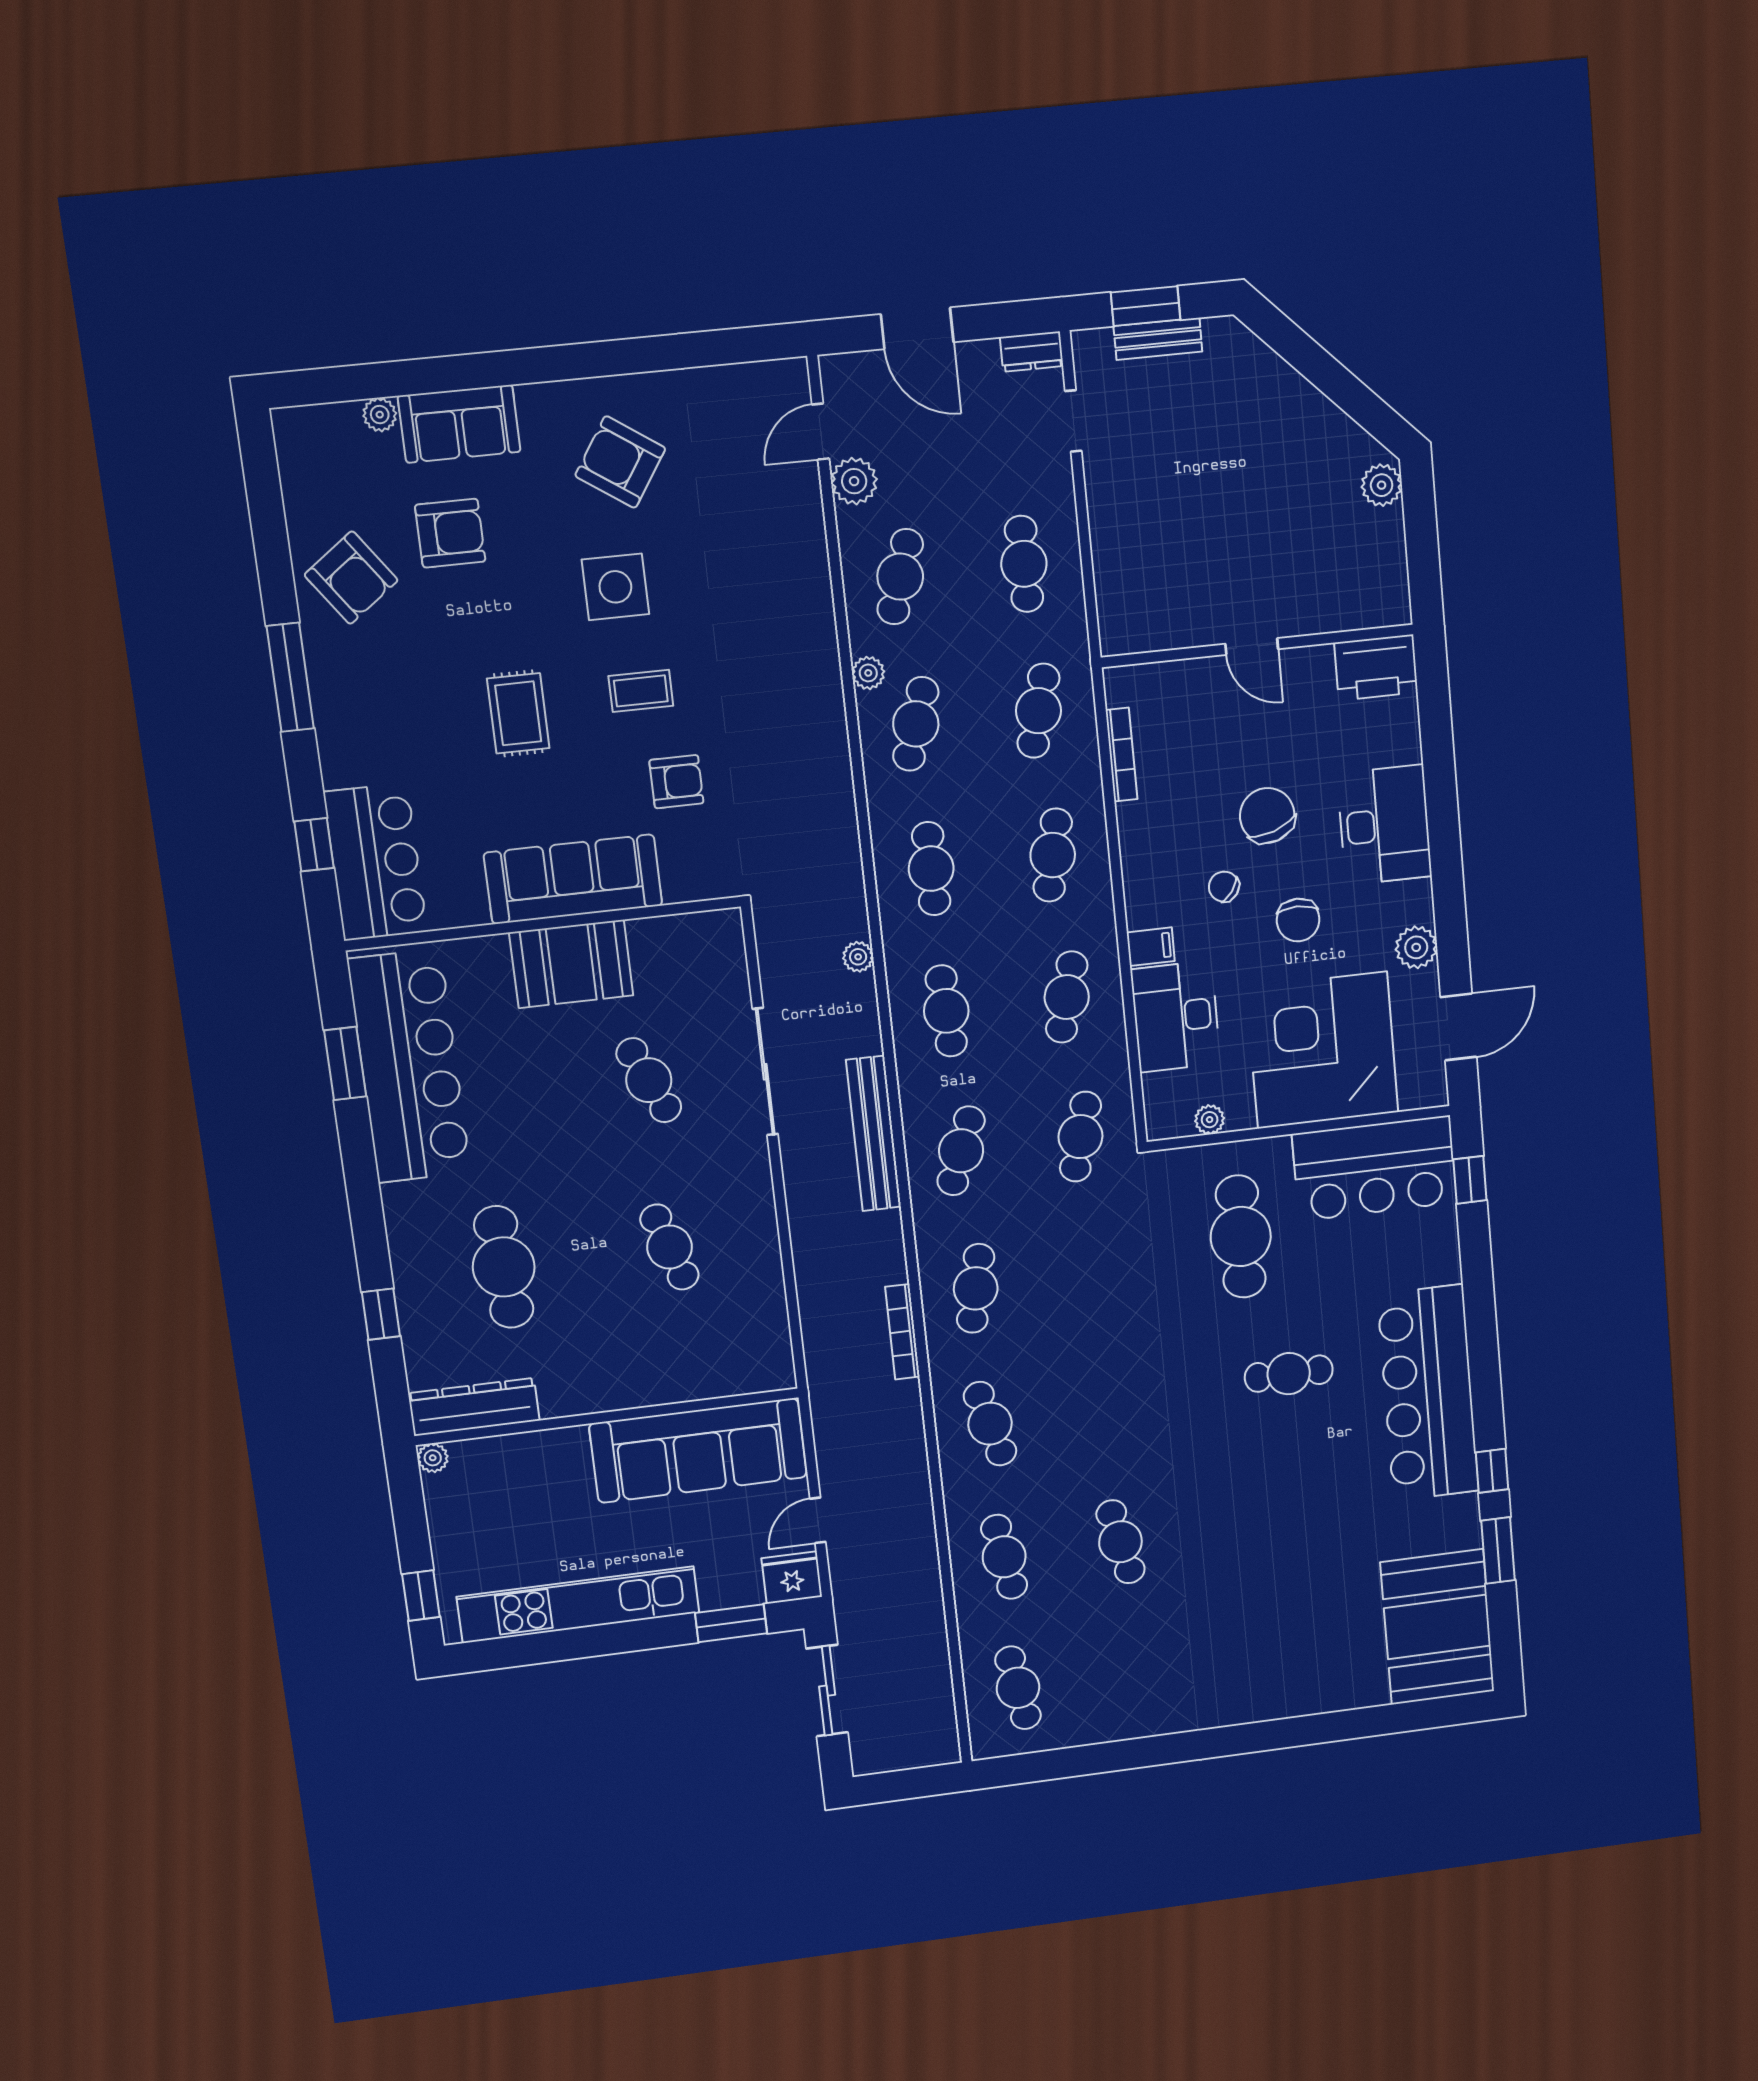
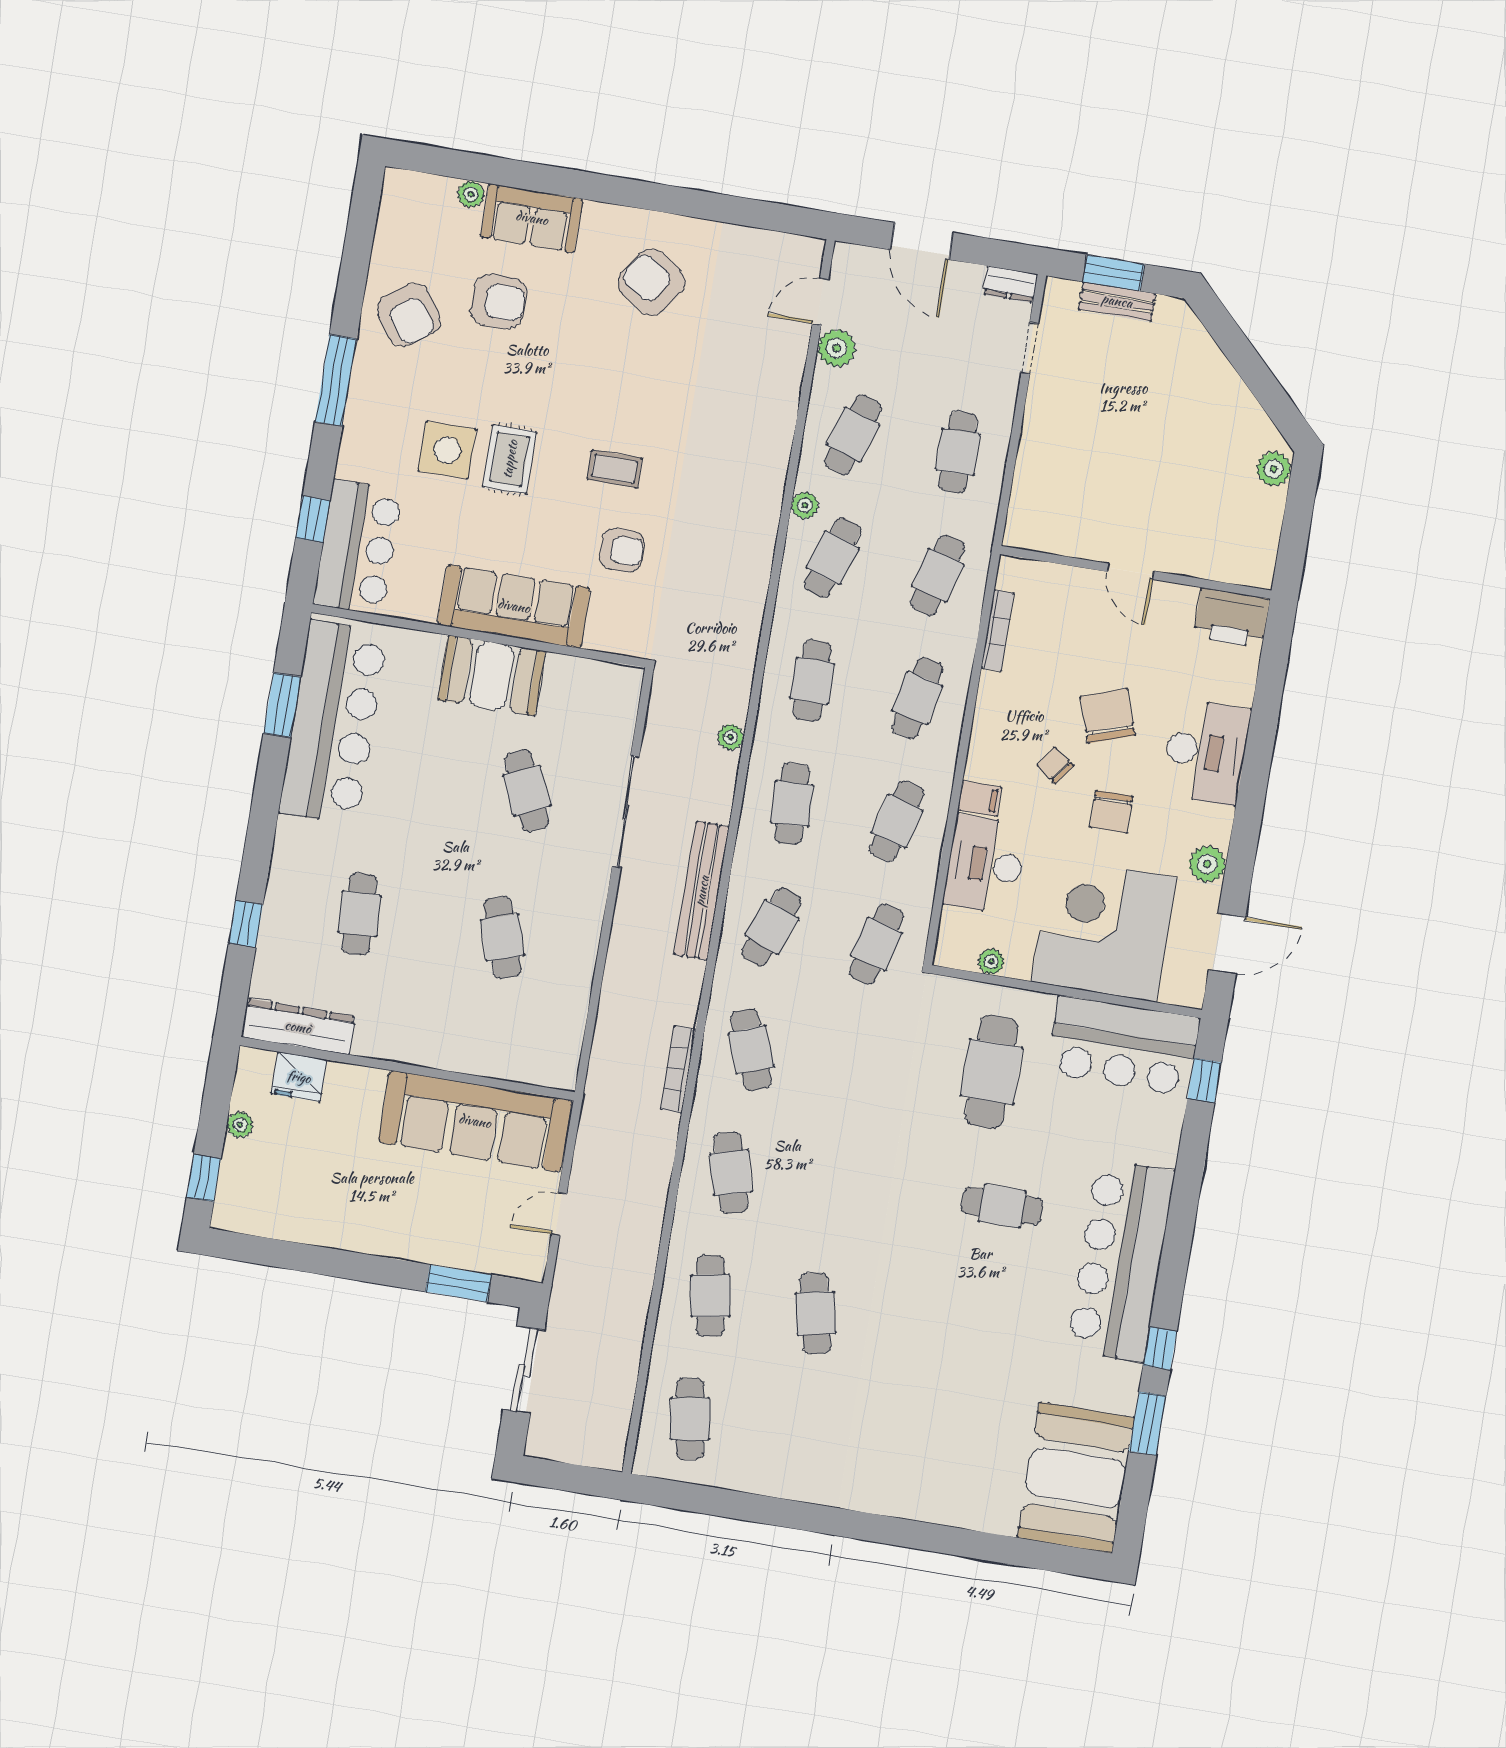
side table: (615, 587) -> (447, 450), moved
cafe table: (504, 1267) -> (359, 914), width x0.73, depth x0.74
cafe table: (976, 1288) -> (751, 1050), turned -33
plant: (433, 1458) -> (240, 1125), moved
fridge: (792, 1577) -> (299, 1077), moved, turned 180
kitchen unit: (578, 1605) -> (334, 1227), removed

